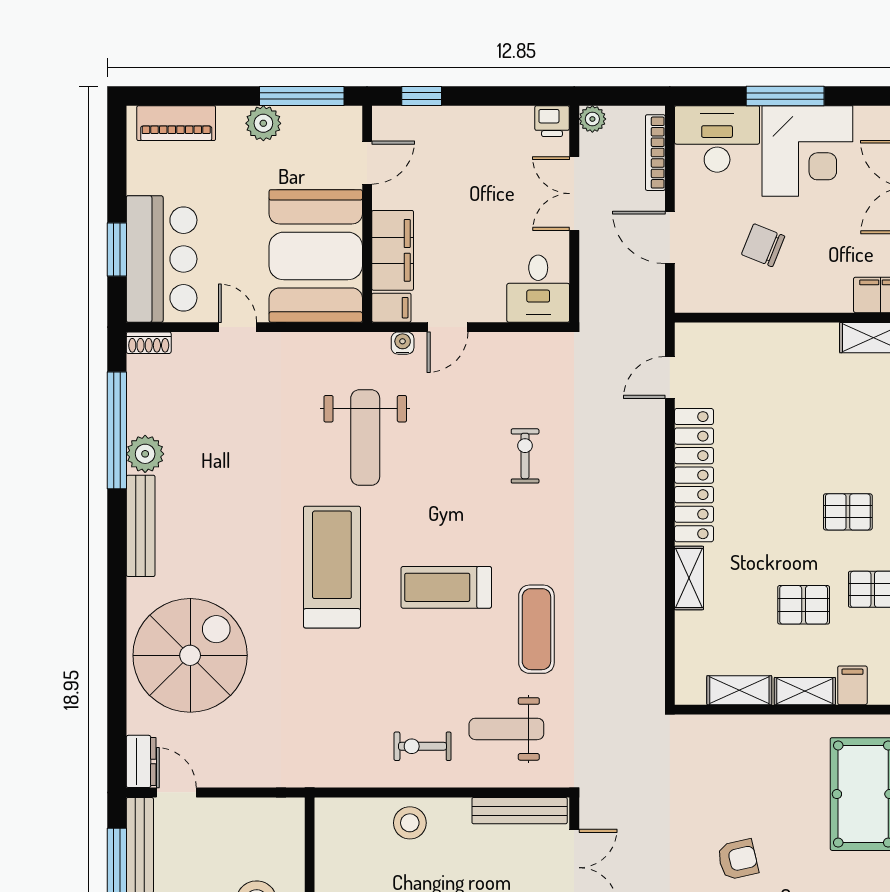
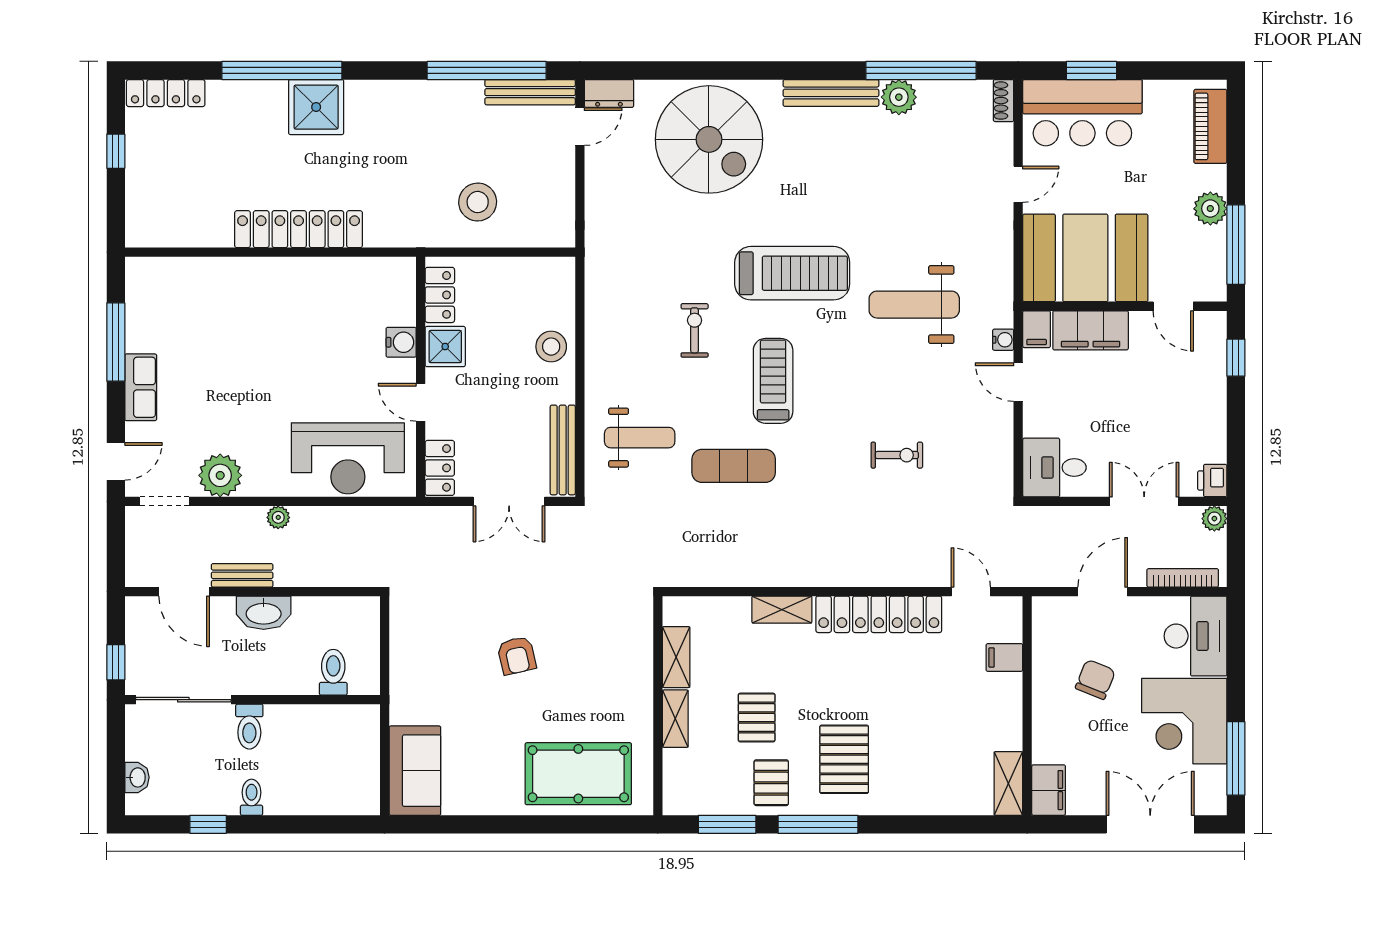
window: (785, 96) -> (1236, 758), moved
pallet: (848, 512) -> (844, 759), width x1.50, depth x1.42
filing cabinet: (852, 685) -> (1004, 657), moved, turned 180
weight bench: (506, 729) -> (640, 438), turned 90
exercise bike: (422, 746) -> (695, 330), moved

